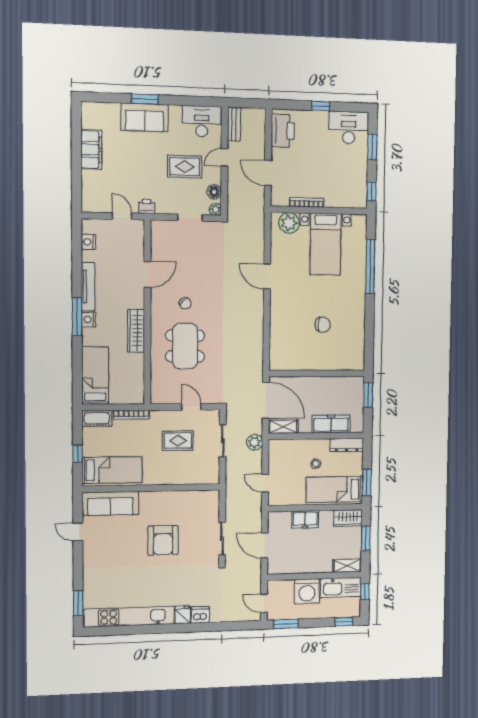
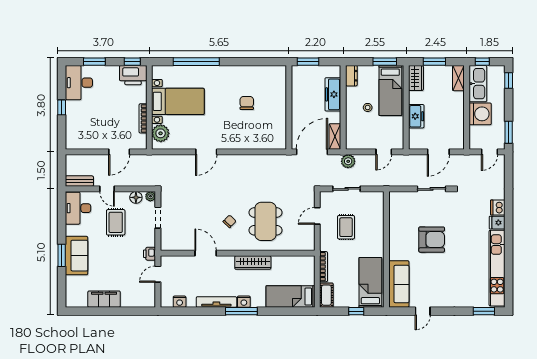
printer: (283, 131) -> (133, 75), moved, turned 180
dining table: (185, 346) -> (266, 221), turned 90
dresser: (347, 445) -> (351, 76), width x0.70

